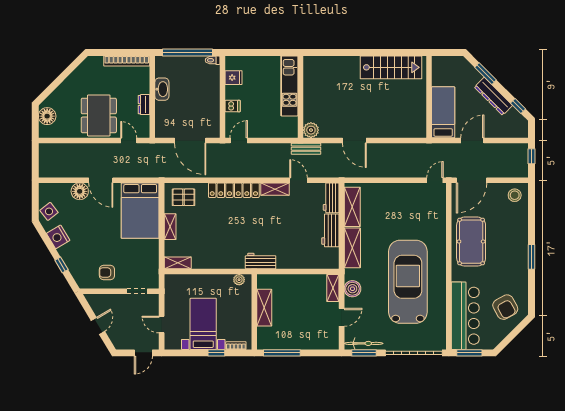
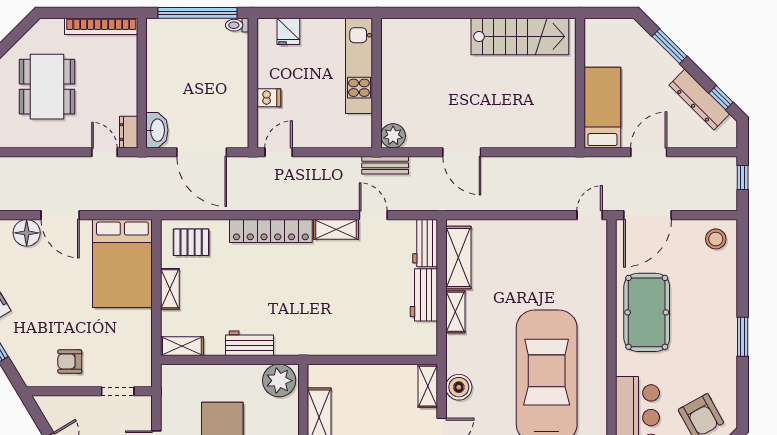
fridge: (234, 78) -> (288, 31), moved, turned 90
washbasin: (162, 89) -> (157, 130), moved
dresser: (493, 96) -> (699, 100), moved
dresser: (144, 105) -> (129, 132), moved
dining table: (99, 115) -> (47, 87), moved
shelving: (352, 248) -> (455, 312), width x0.67, depth x0.75
workbench: (261, 261) -> (249, 343), moved
plant: (239, 280) -> (279, 381), width x1.87, depth x1.87

